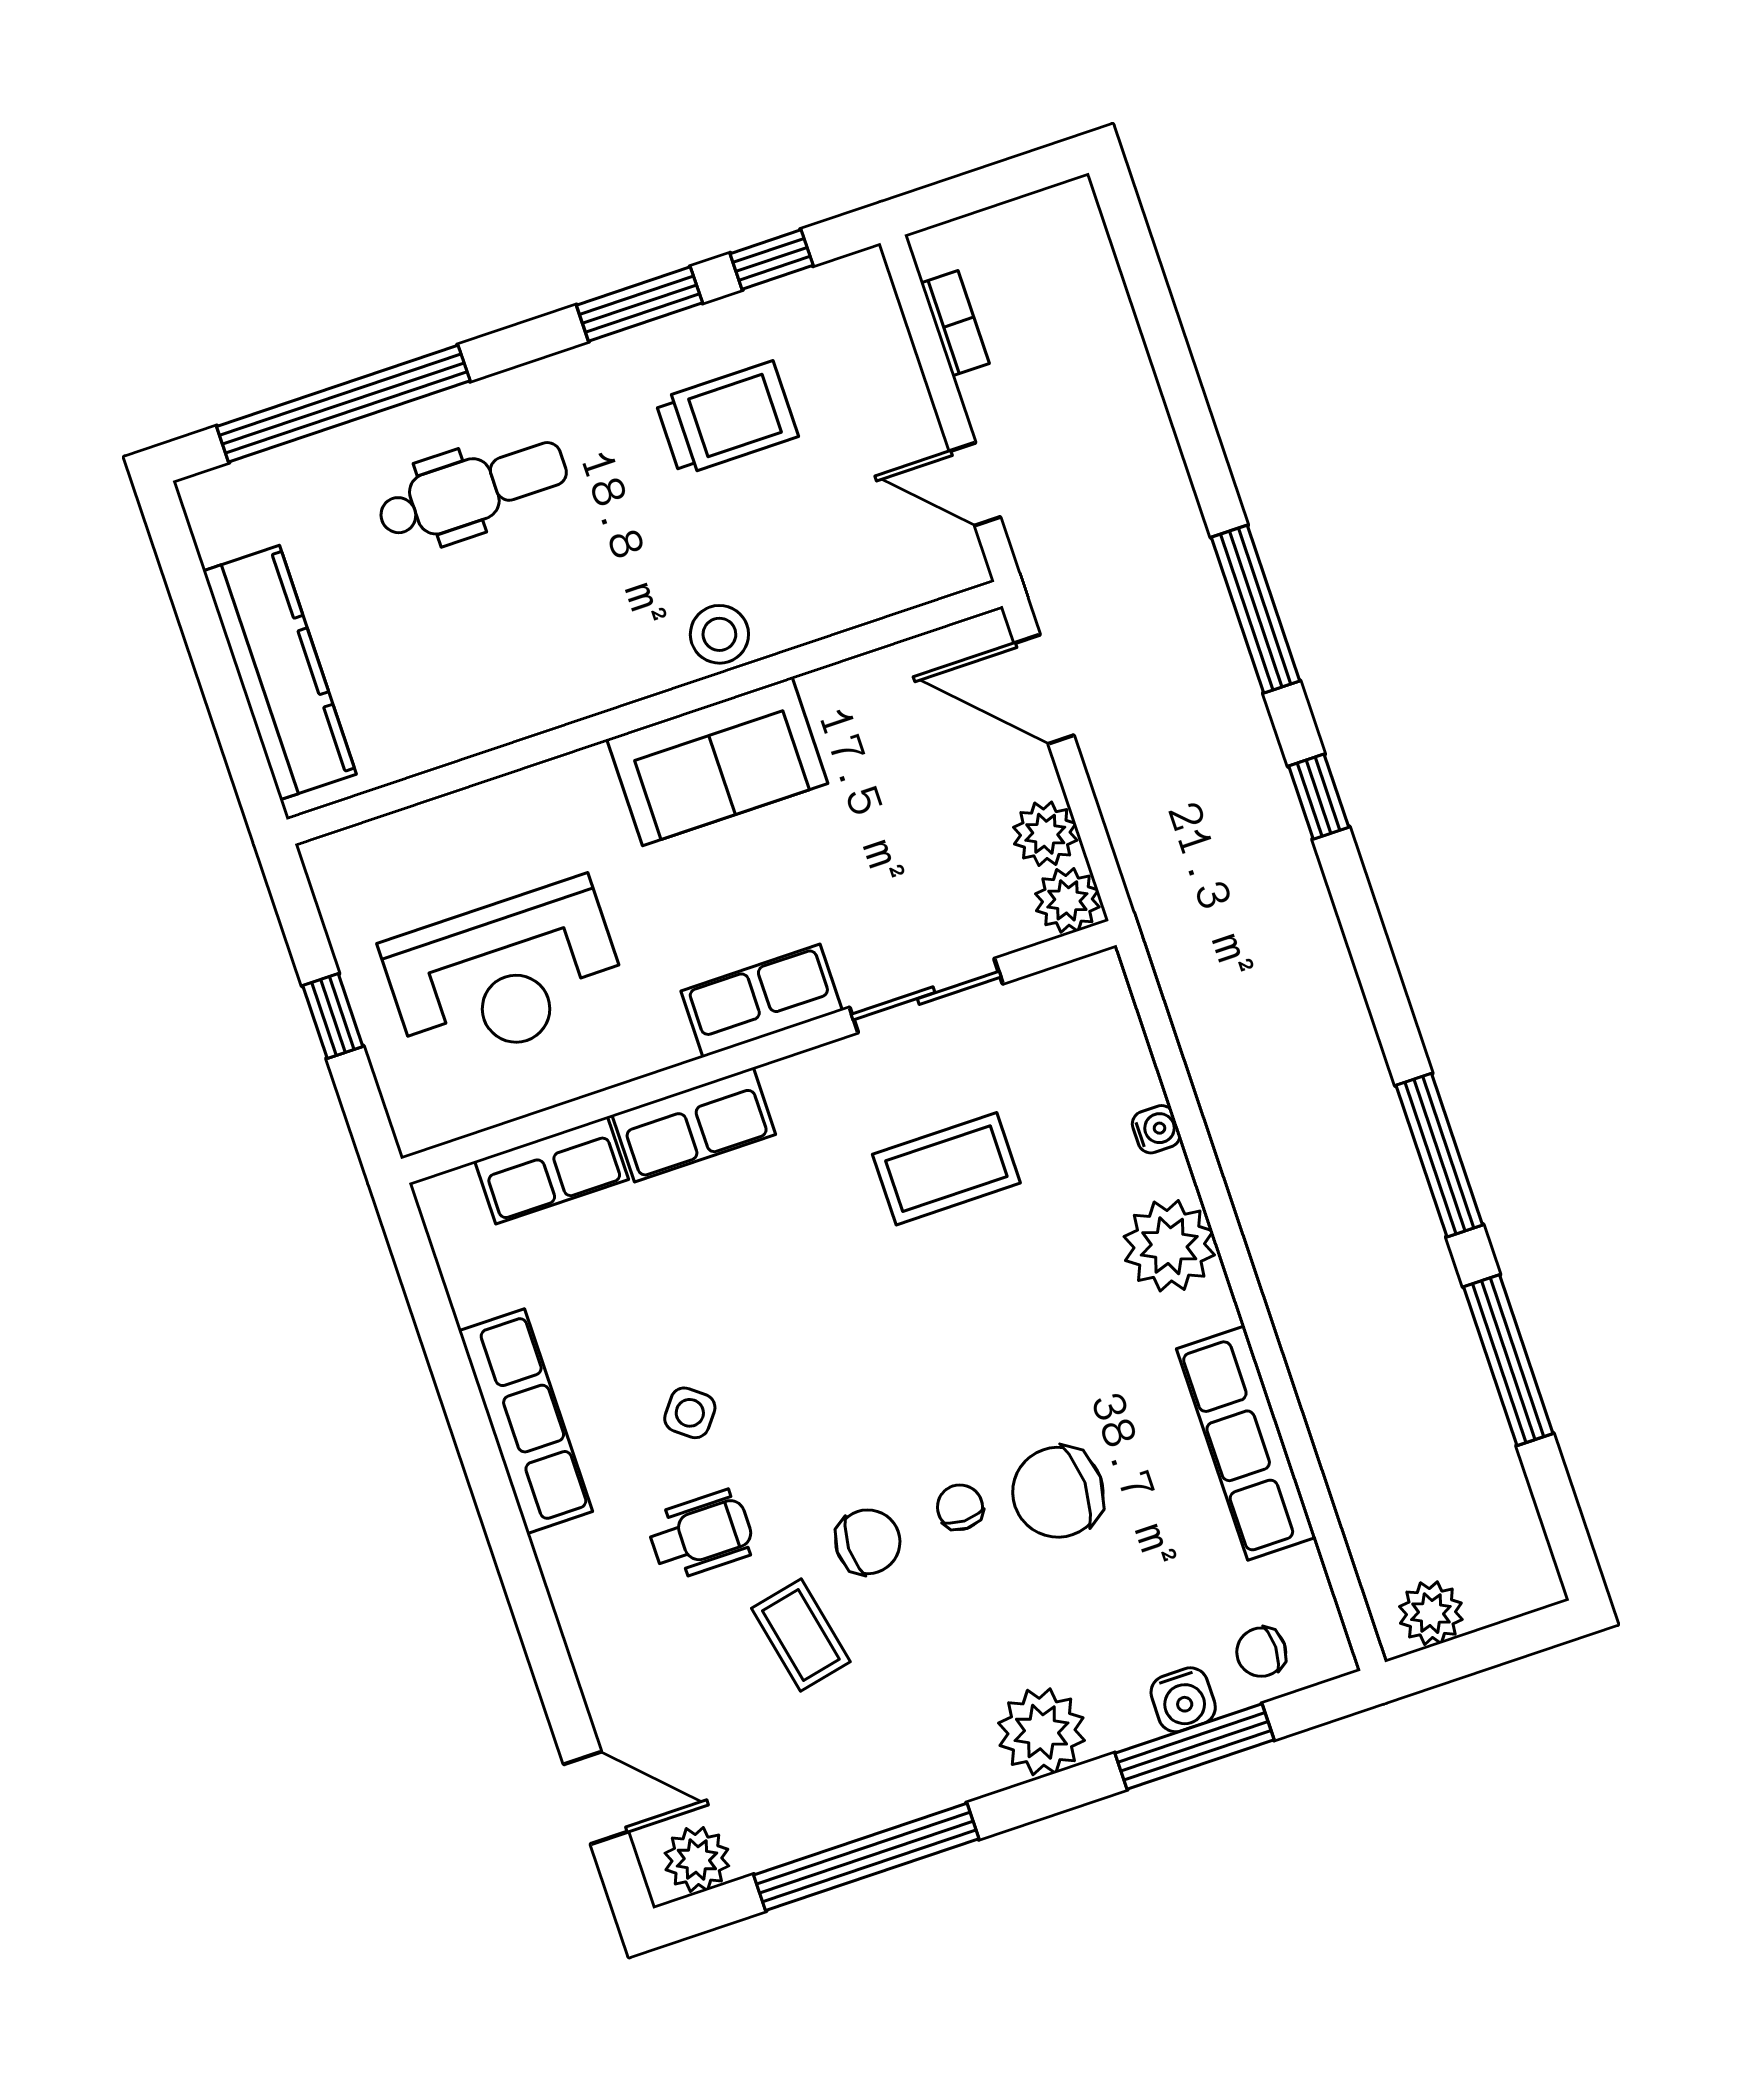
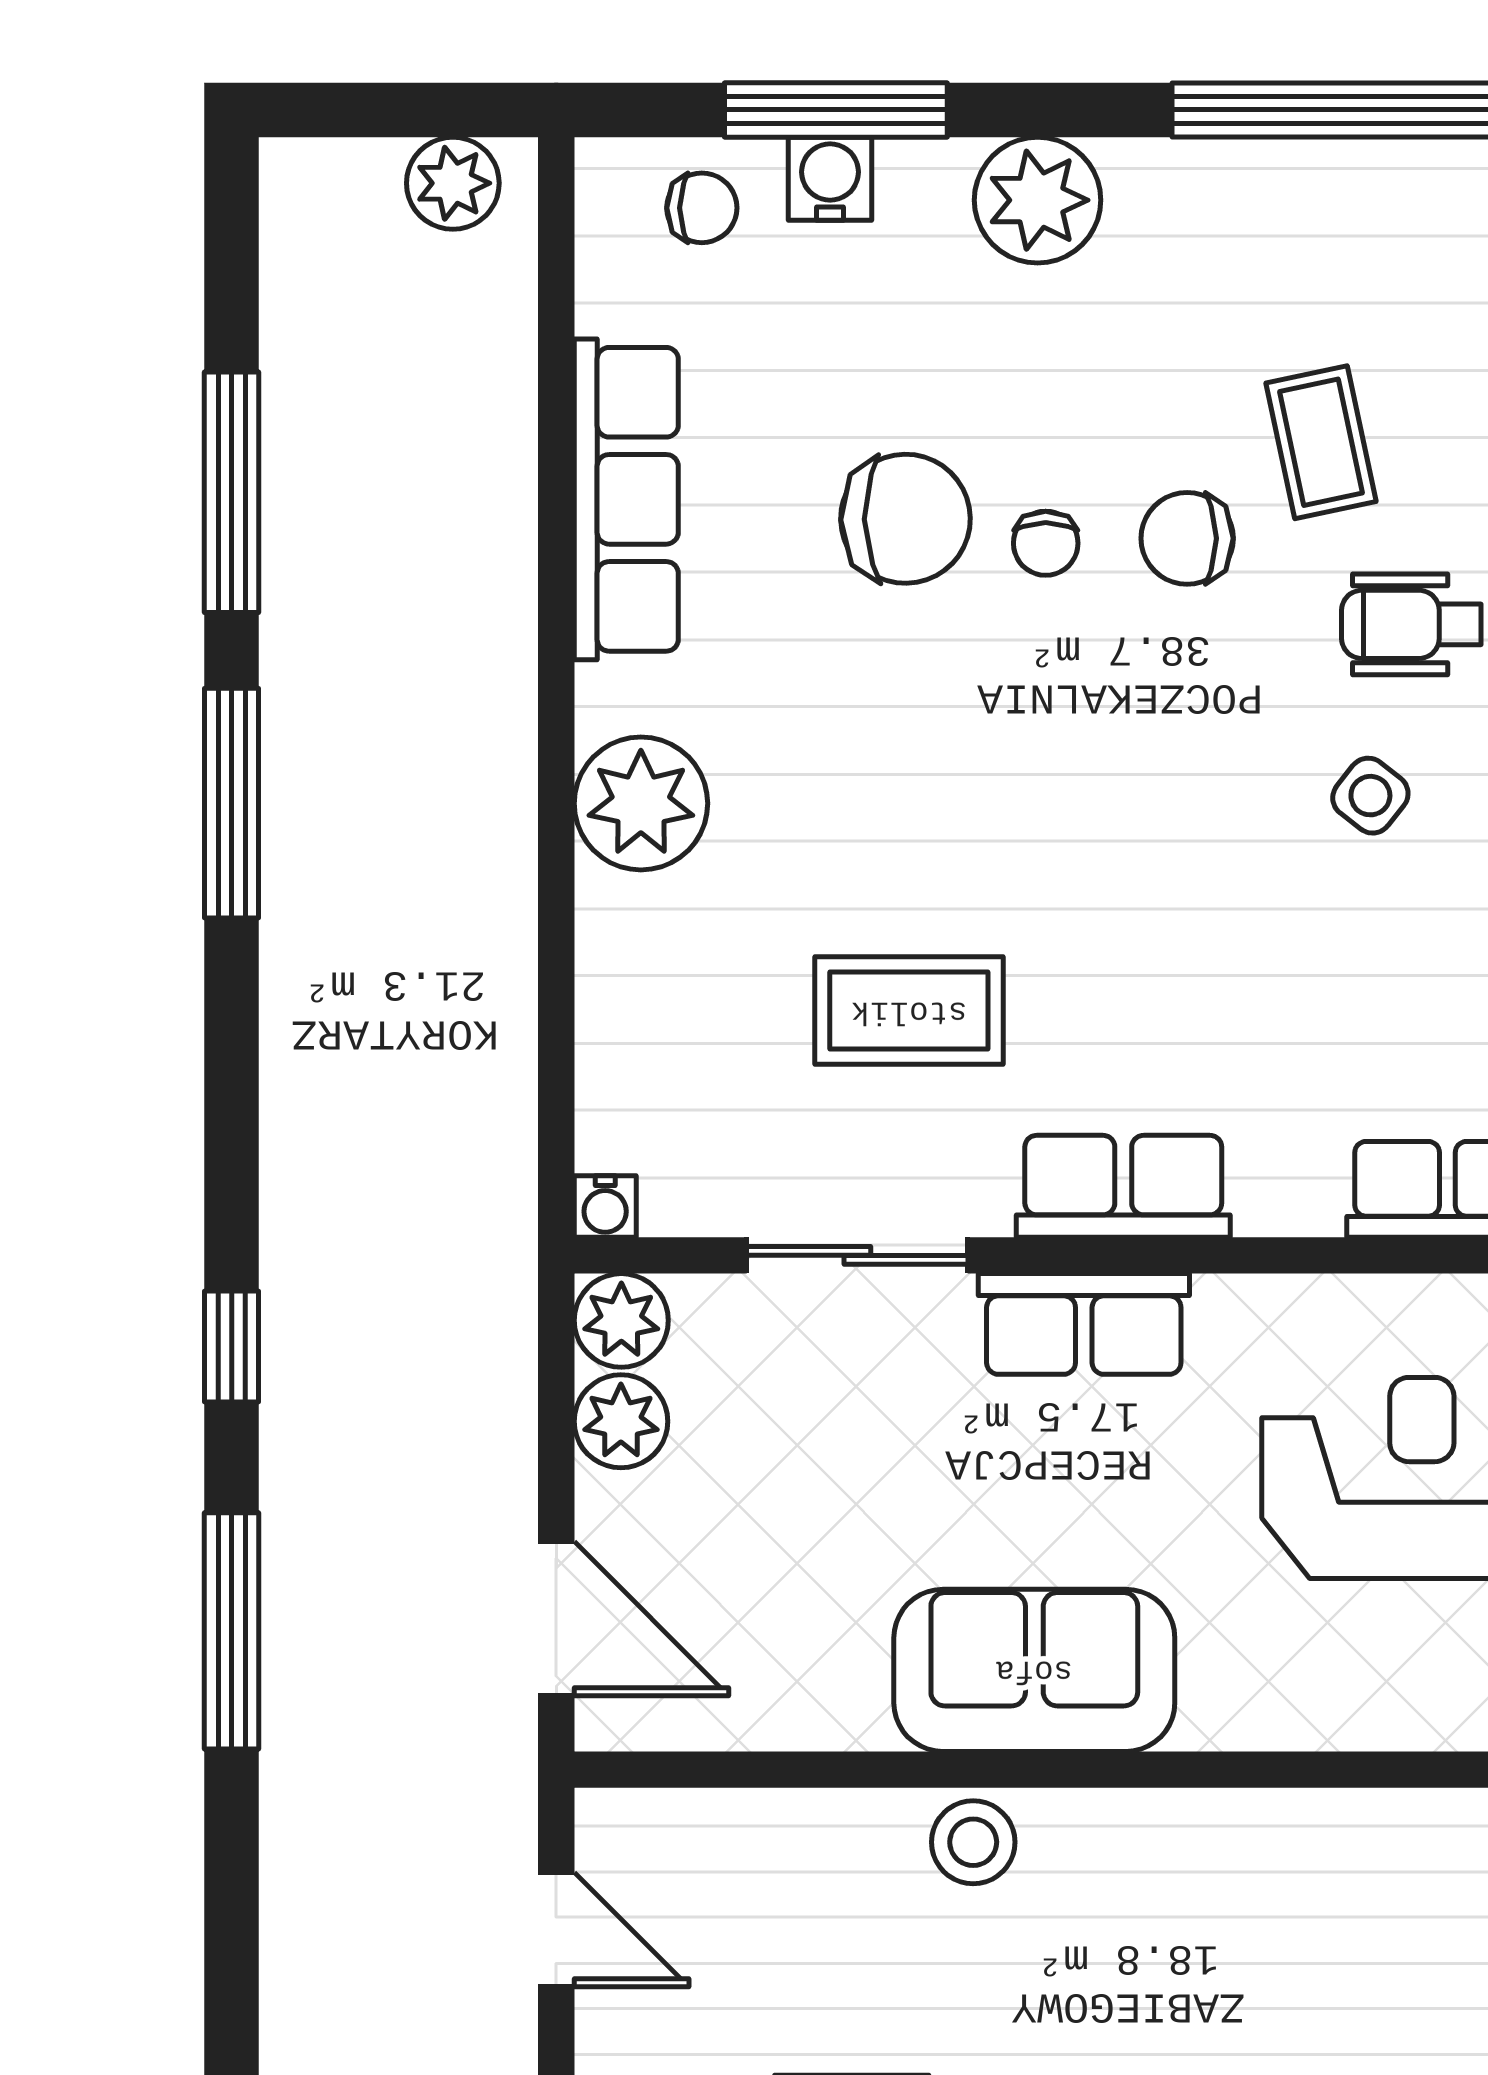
row of seats: (694, 1125) -> (1123, 1186), moved
water cooler: (1156, 1129) -> (605, 1207), moved, turned -90

